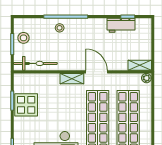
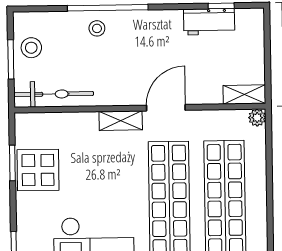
door: (97, 72) -> (166, 108), hinge flipped

